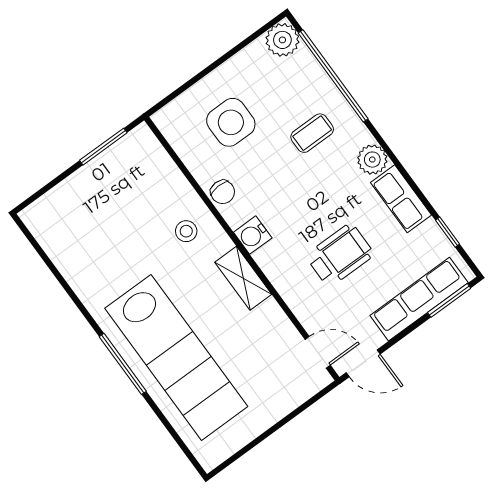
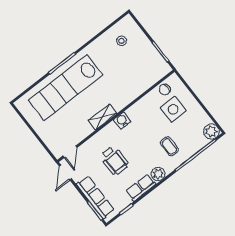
chair: (223, 192) -> (165, 90), moved
stool: (186, 231) -> (121, 41), moved

